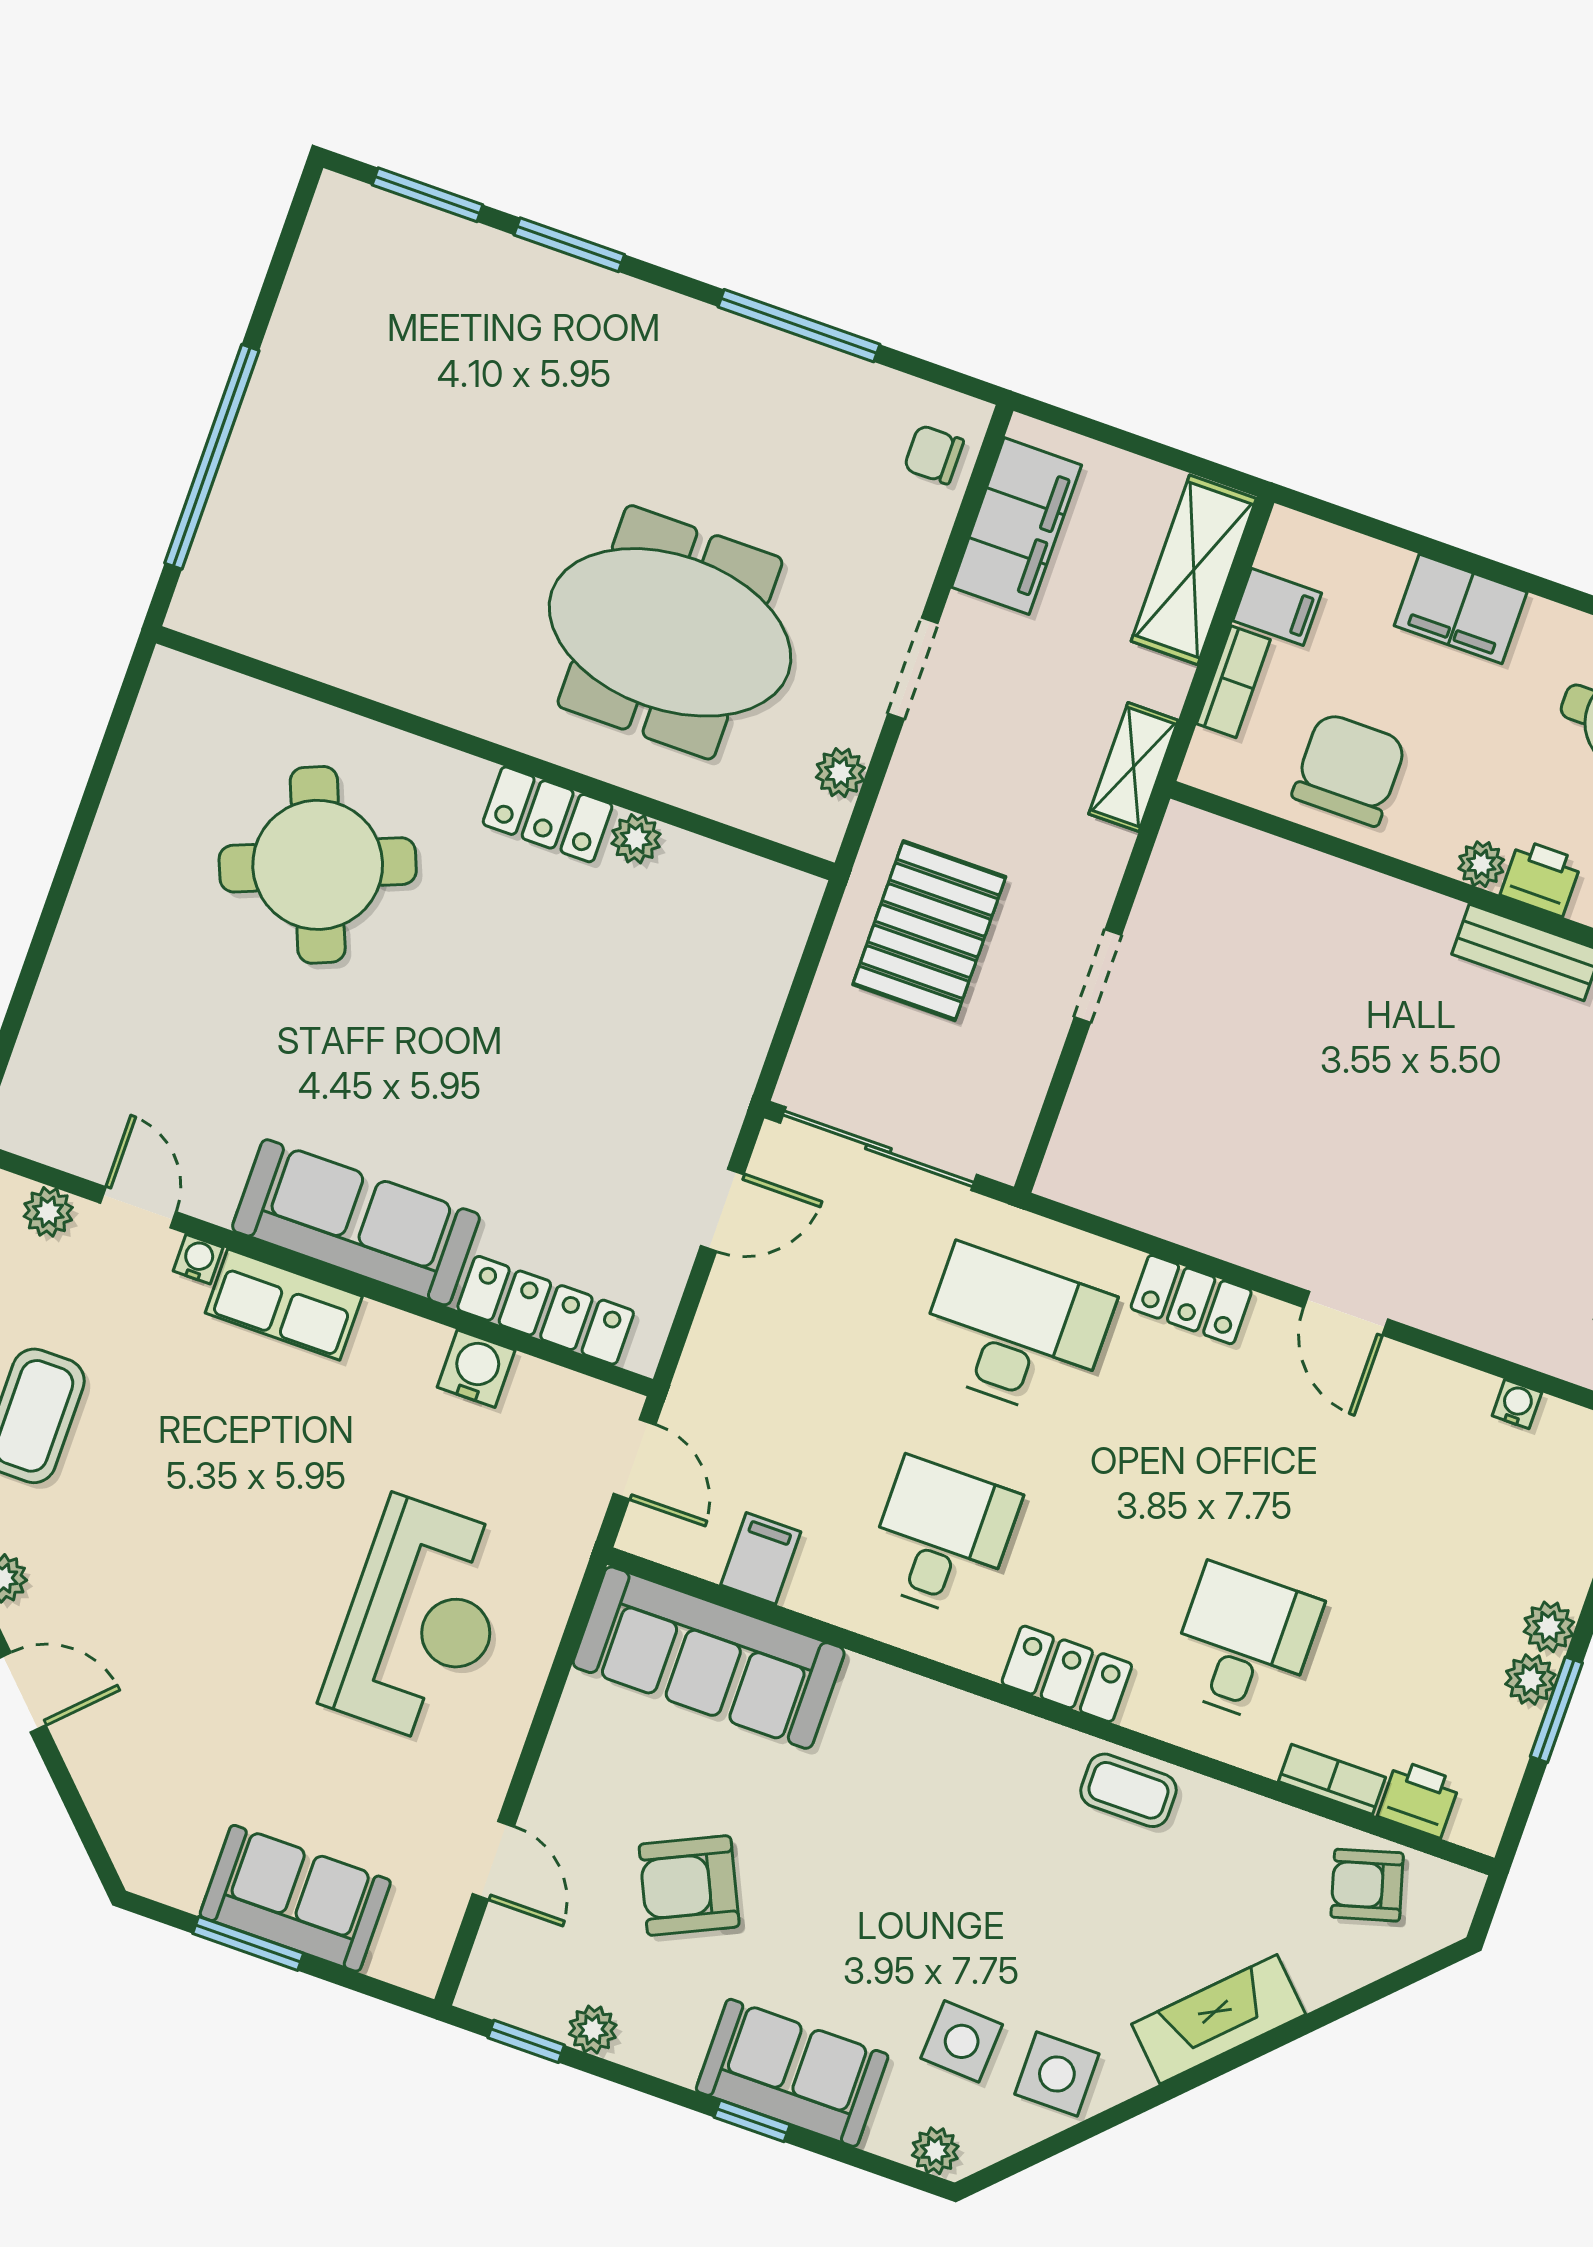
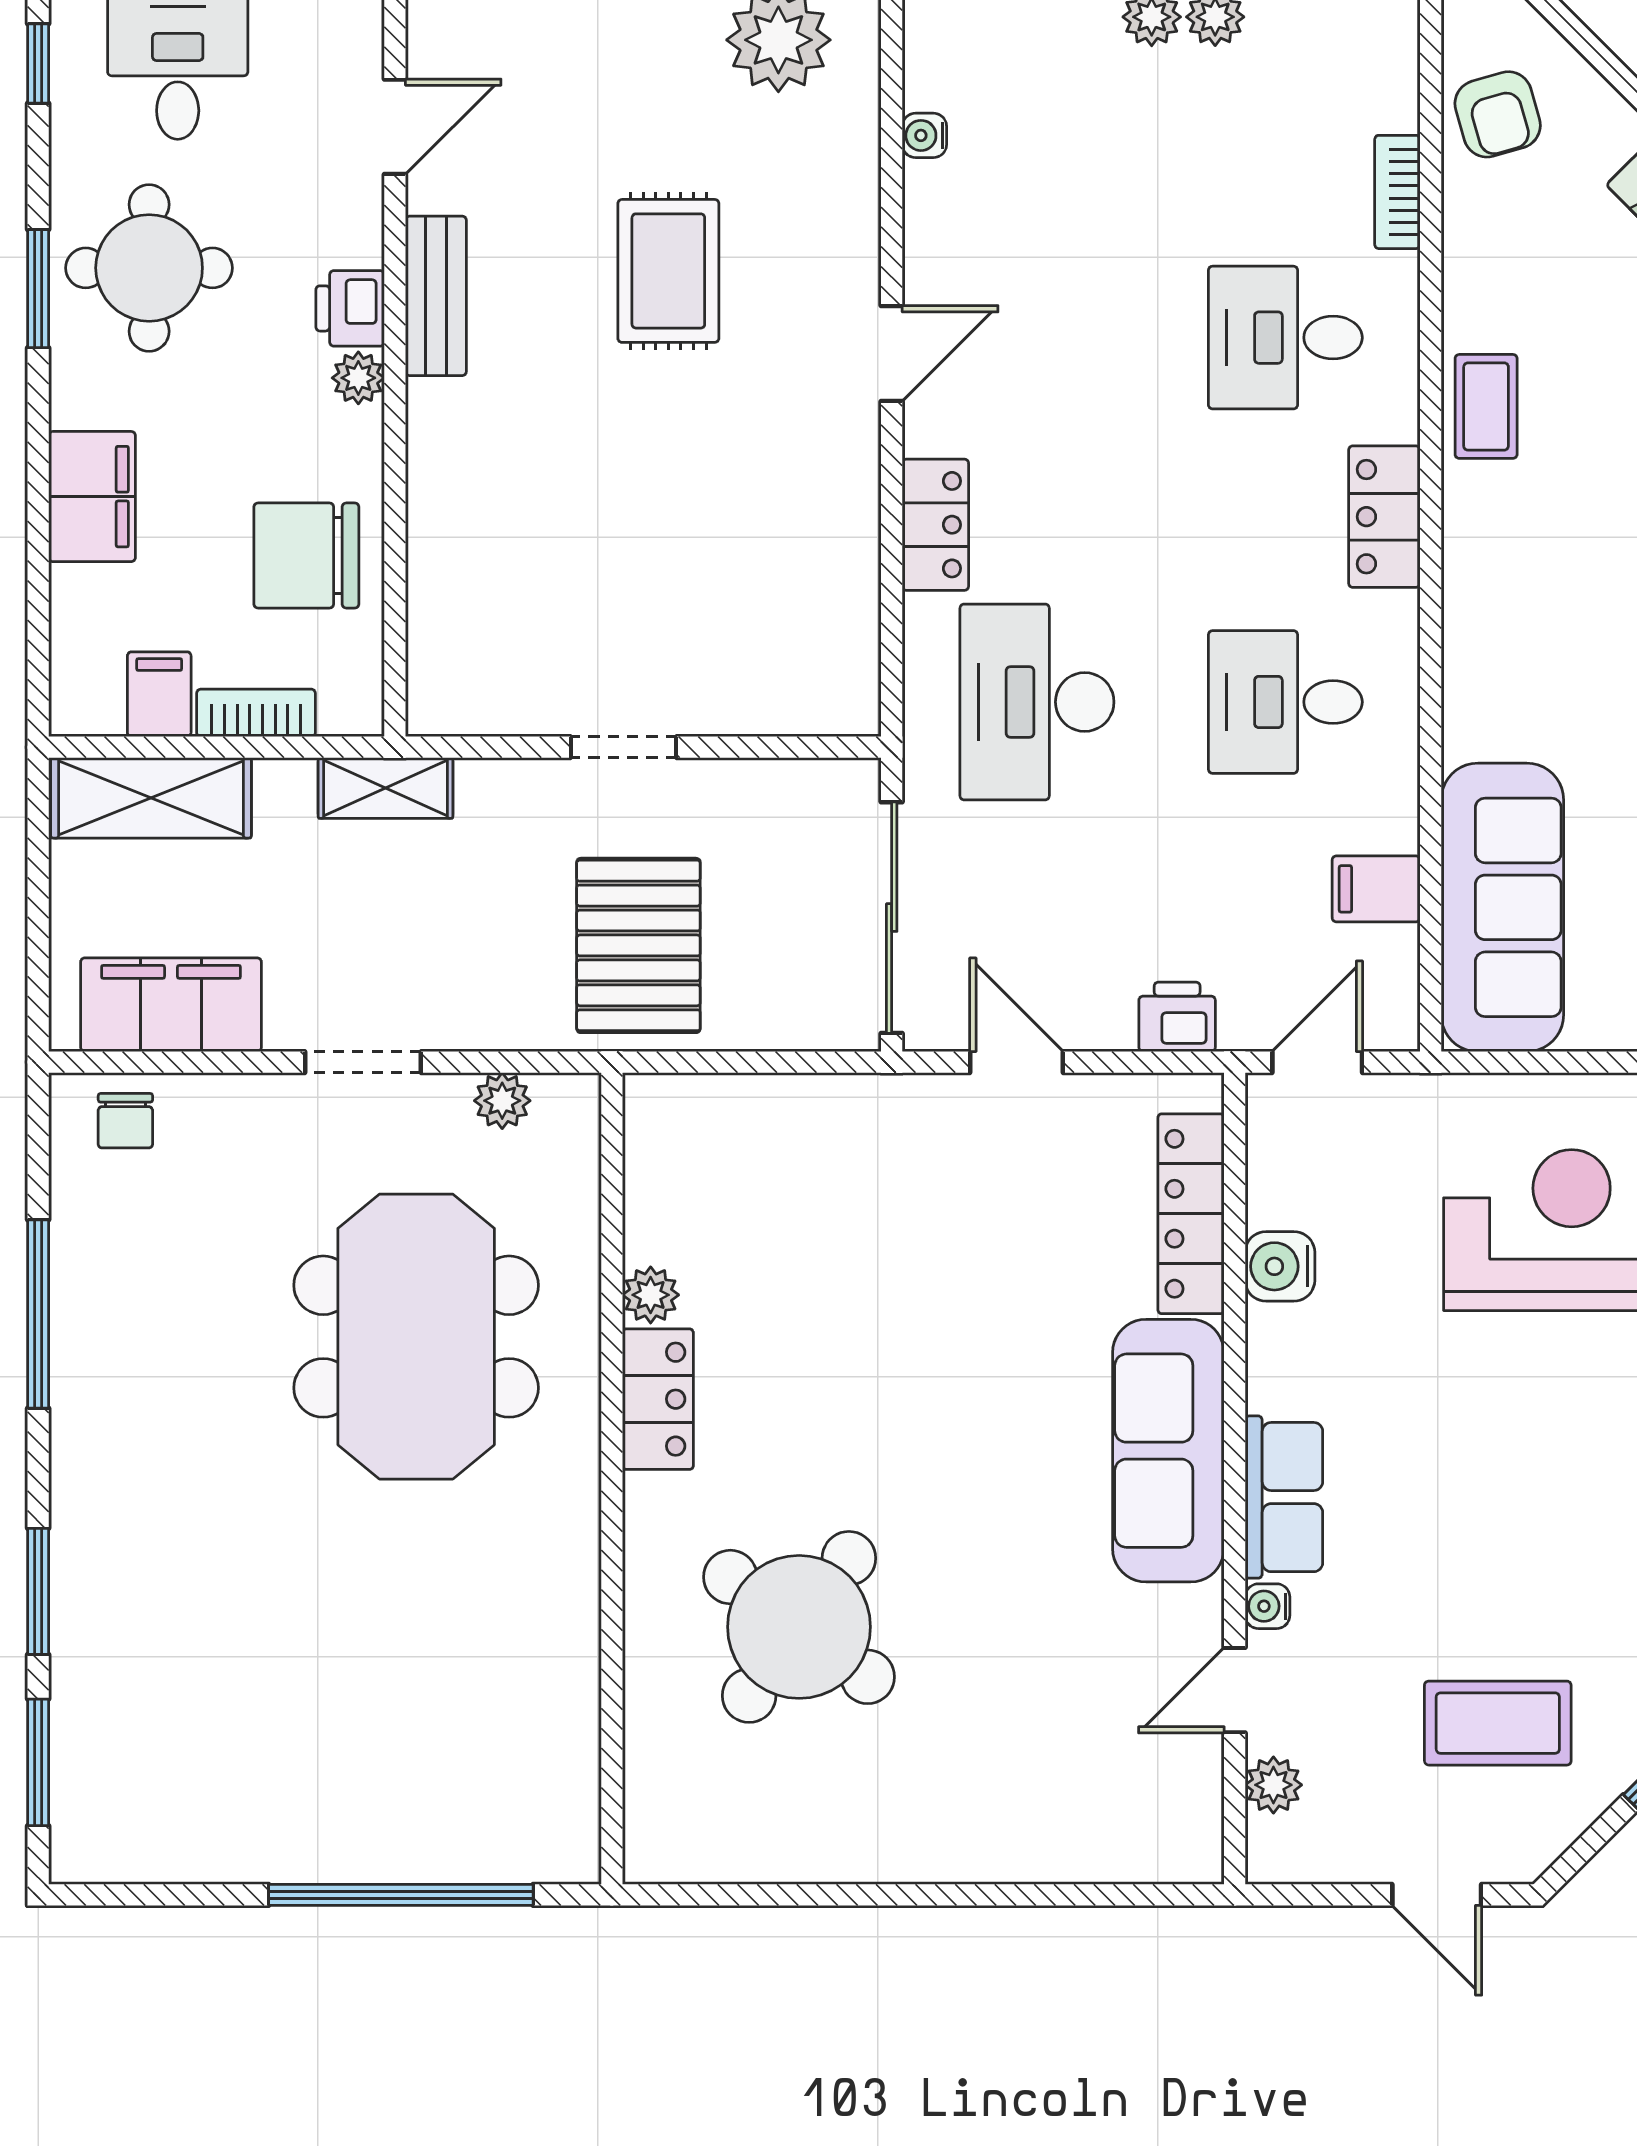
round table: (318, 865) -> (799, 1627), turned -32
pallet: (929, 931) -> (638, 945), turned 90
rug: (1479, 1152) -> (668, 271), added
printer: (1419, 1799) -> (1177, 1017), moved, turned 90

